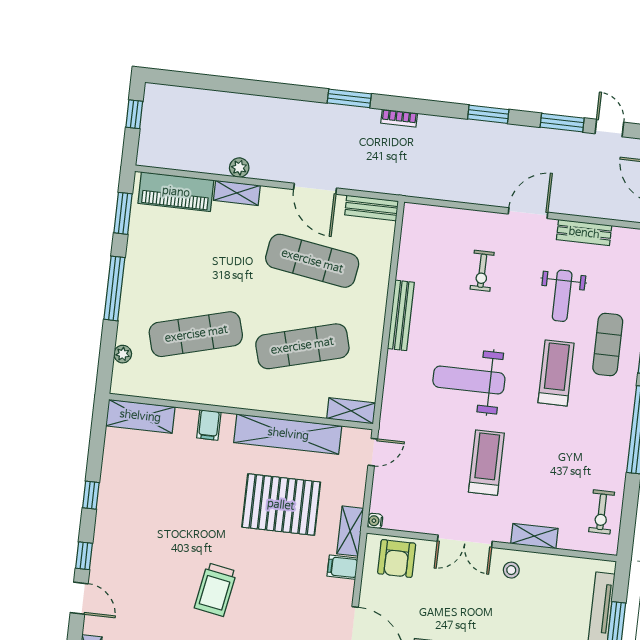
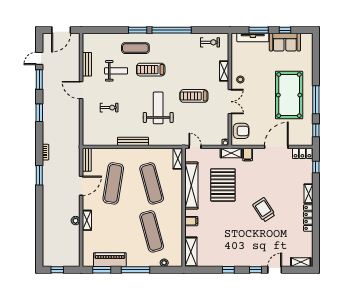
piano: (176, 192) -> (110, 260), moved, turned -90
weight bench: (469, 380) -> (158, 108), turned 180
trolley: (215, 590) -> (264, 210), turned -133

